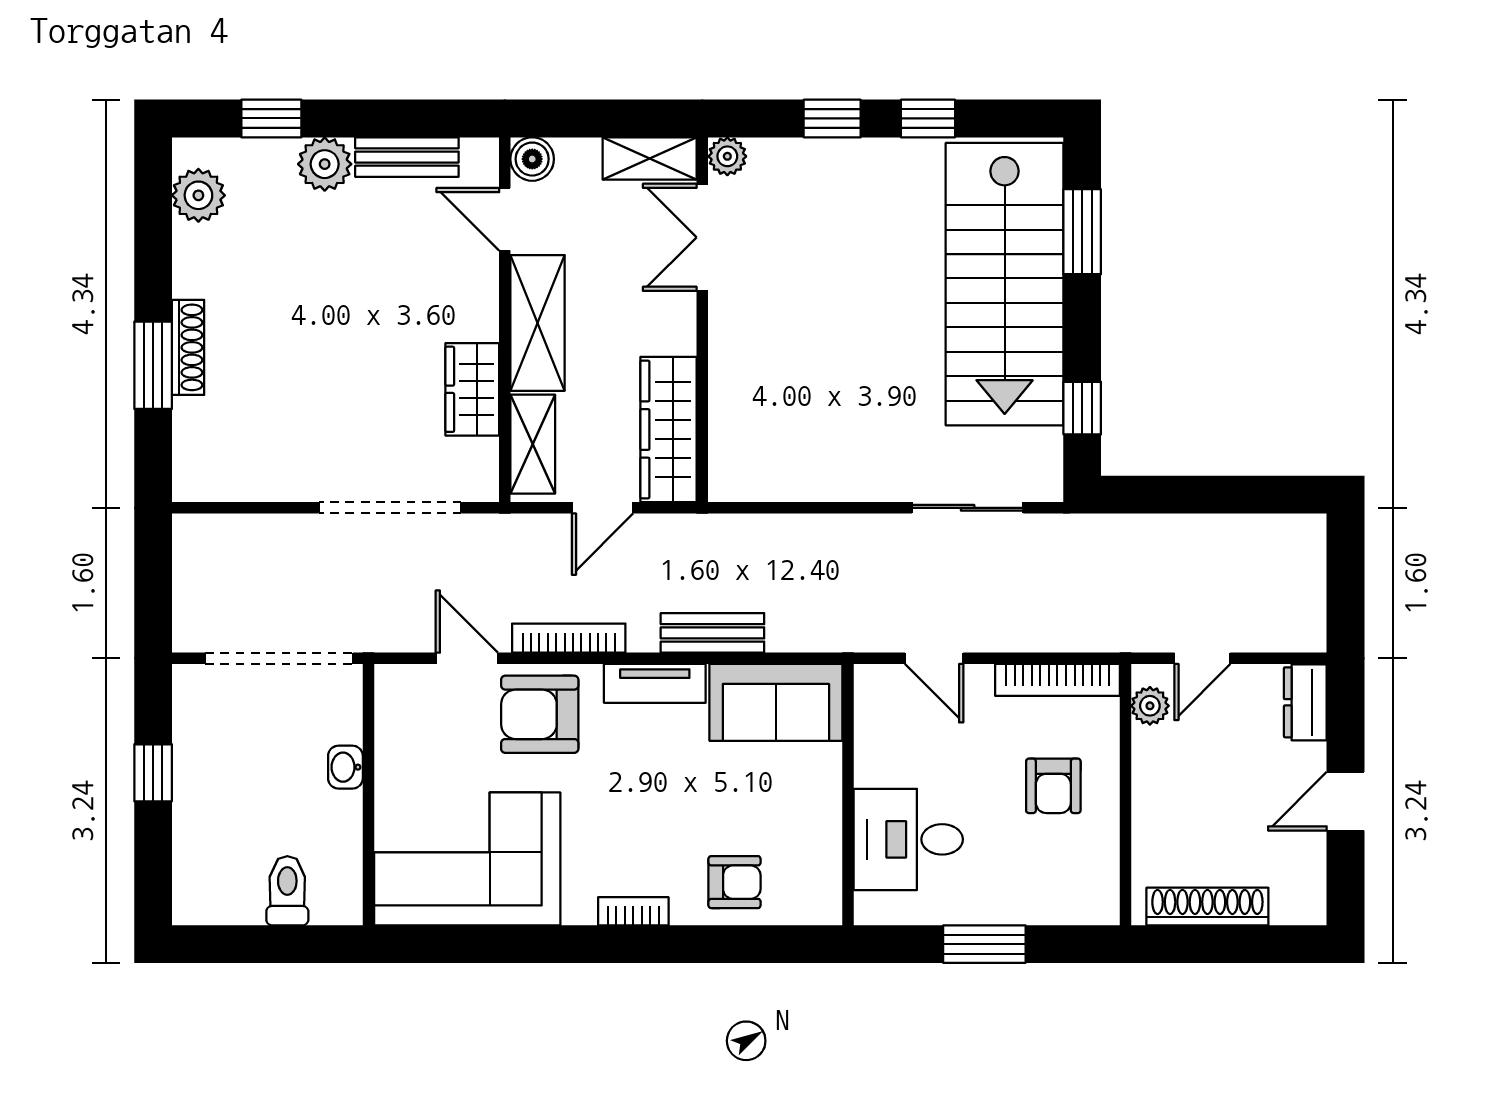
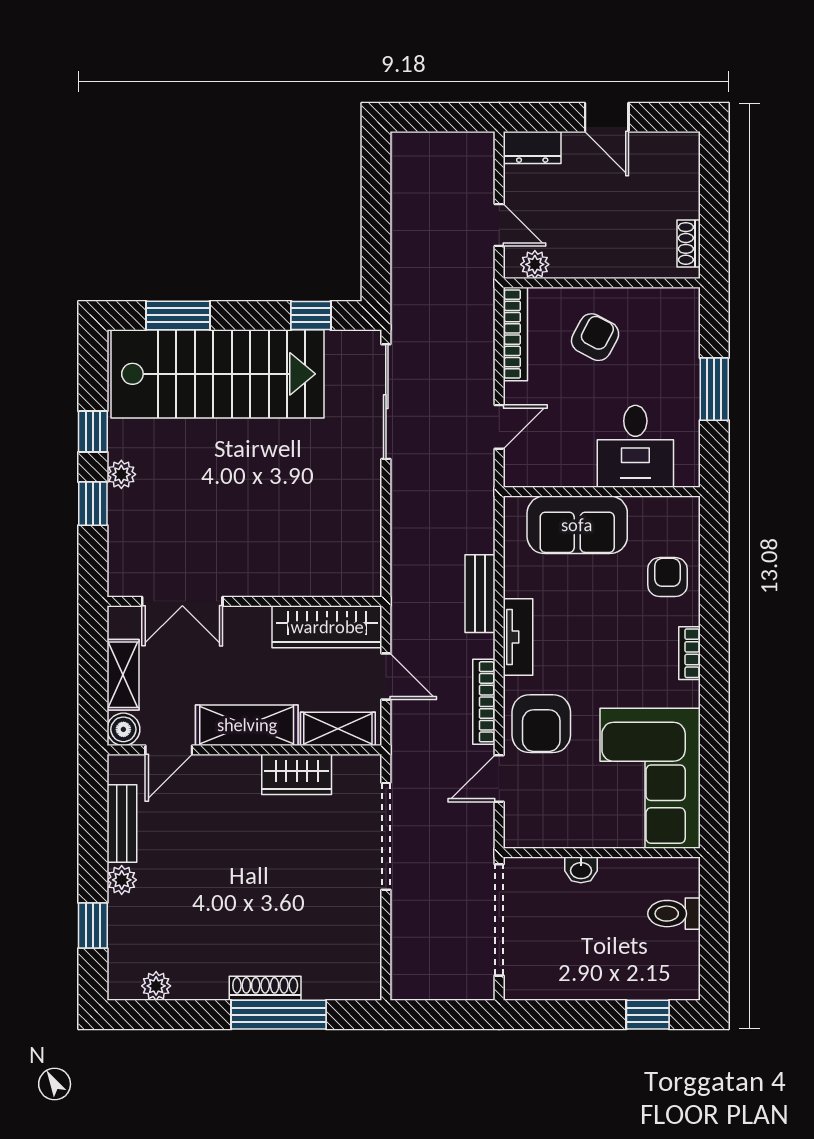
plant: (727, 156) -> (121, 474), moved
shelving: (650, 158) -> (123, 675), moved
plant: (325, 164) -> (122, 880), width x0.73, depth x0.73
plant: (198, 195) -> (156, 986), width x0.73, depth x0.73
window: (153, 365) -> (279, 1015), width x1.44
sliding door: (968, 508) -> (386, 402), width x1.37
sofa: (776, 702) -> (577, 525), moved, turned 90
window: (153, 773) -> (648, 1015), moved
armchair: (1053, 786) -> (595, 337), turned -62
shoe rack: (1207, 907) -> (689, 243), width x0.51, depth x0.81

